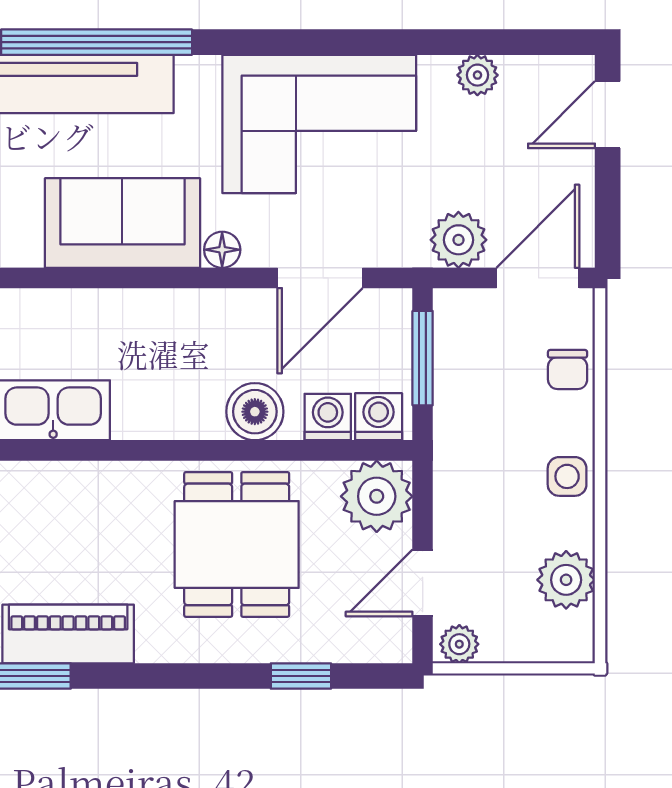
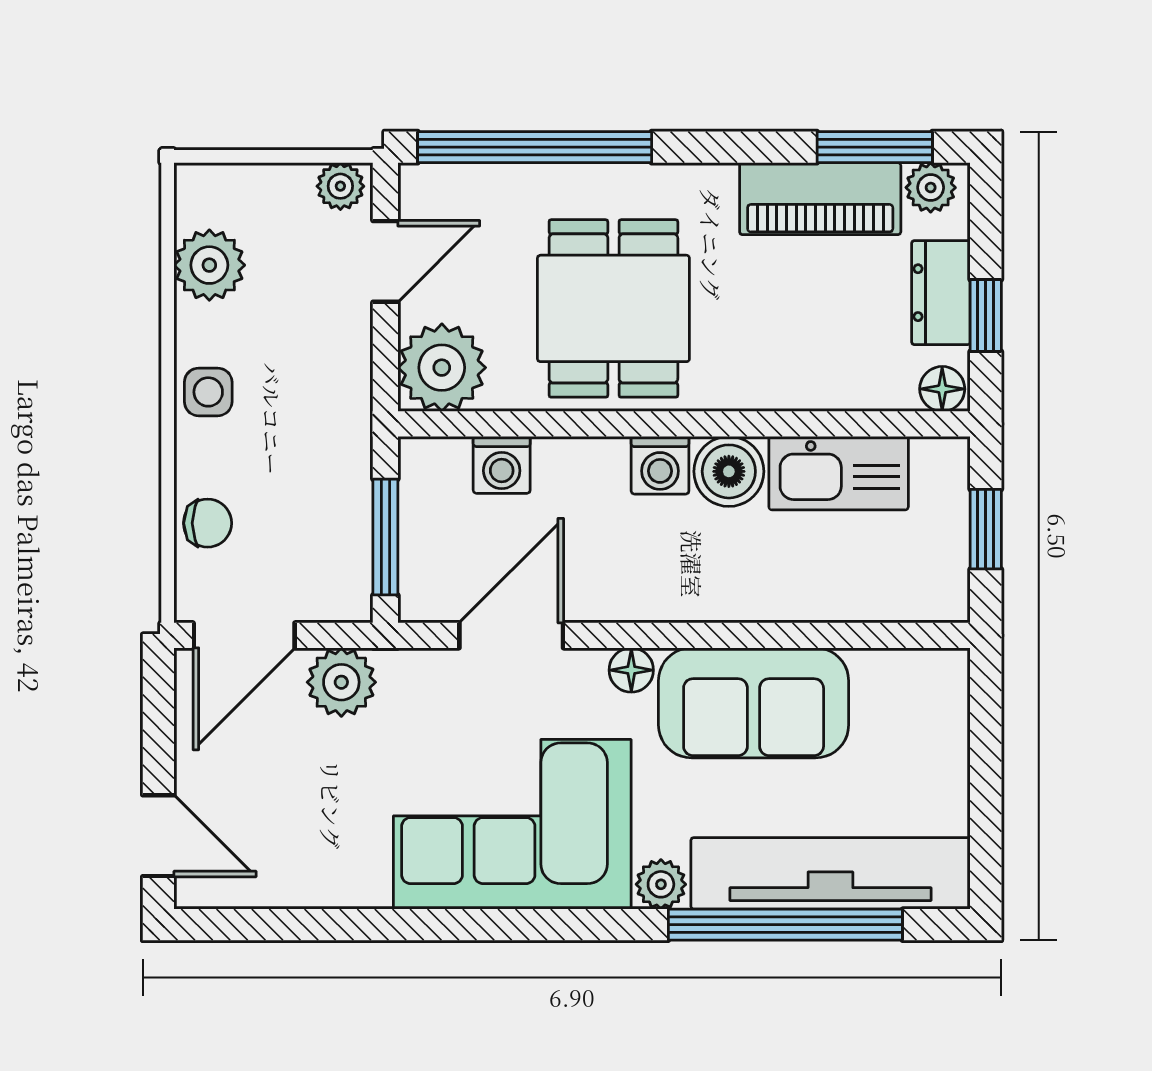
plant: (477, 75) -> (661, 884), moved
door: (608, 115) -> (158, 836), hinge flipped
chair: (568, 370) -> (208, 523), turned 90
boiler: (255, 412) -> (729, 471), moved
washing machine: (379, 417) -> (660, 465), moved
window: (301, 676) -> (535, 147), width x3.17

